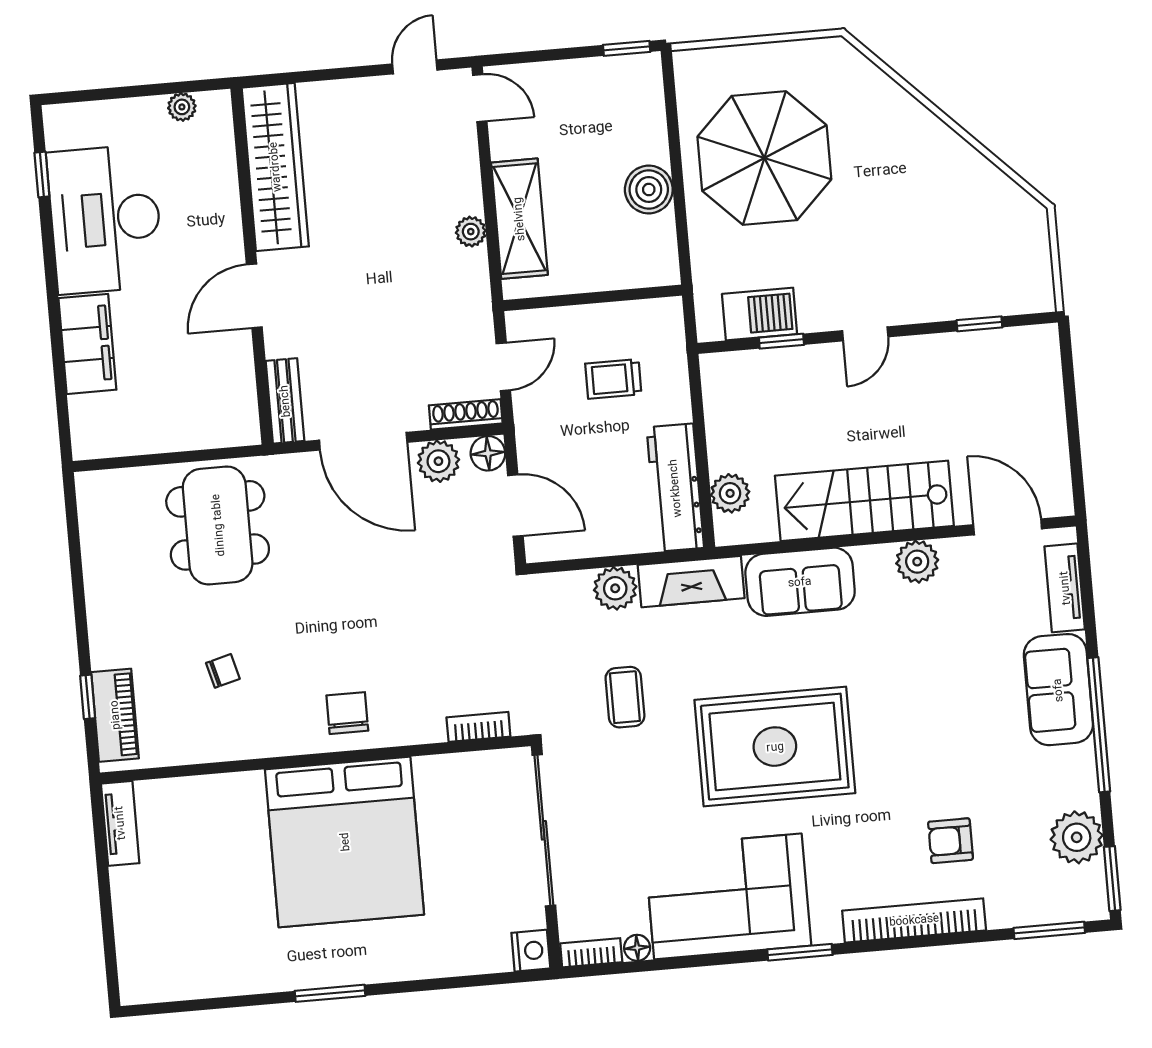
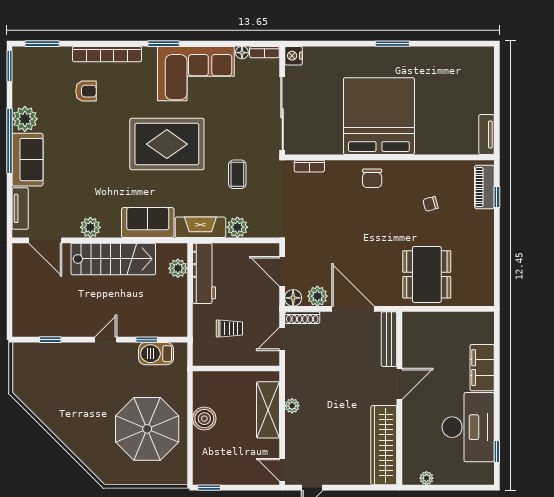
bench: (285, 401) -> (389, 339), width x1.36
plant: (1077, 837) -> (25, 119), moved

